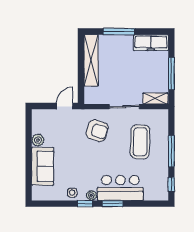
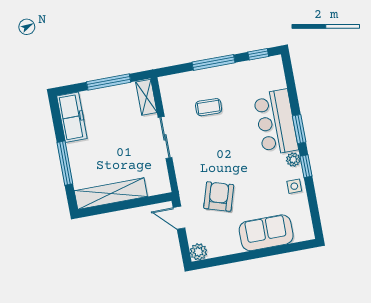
armchair: (97, 131) -> (219, 197), moved
plant: (38, 140) -> (198, 252), moved
coffee table: (140, 142) -> (209, 107), width x0.54, depth x0.58

